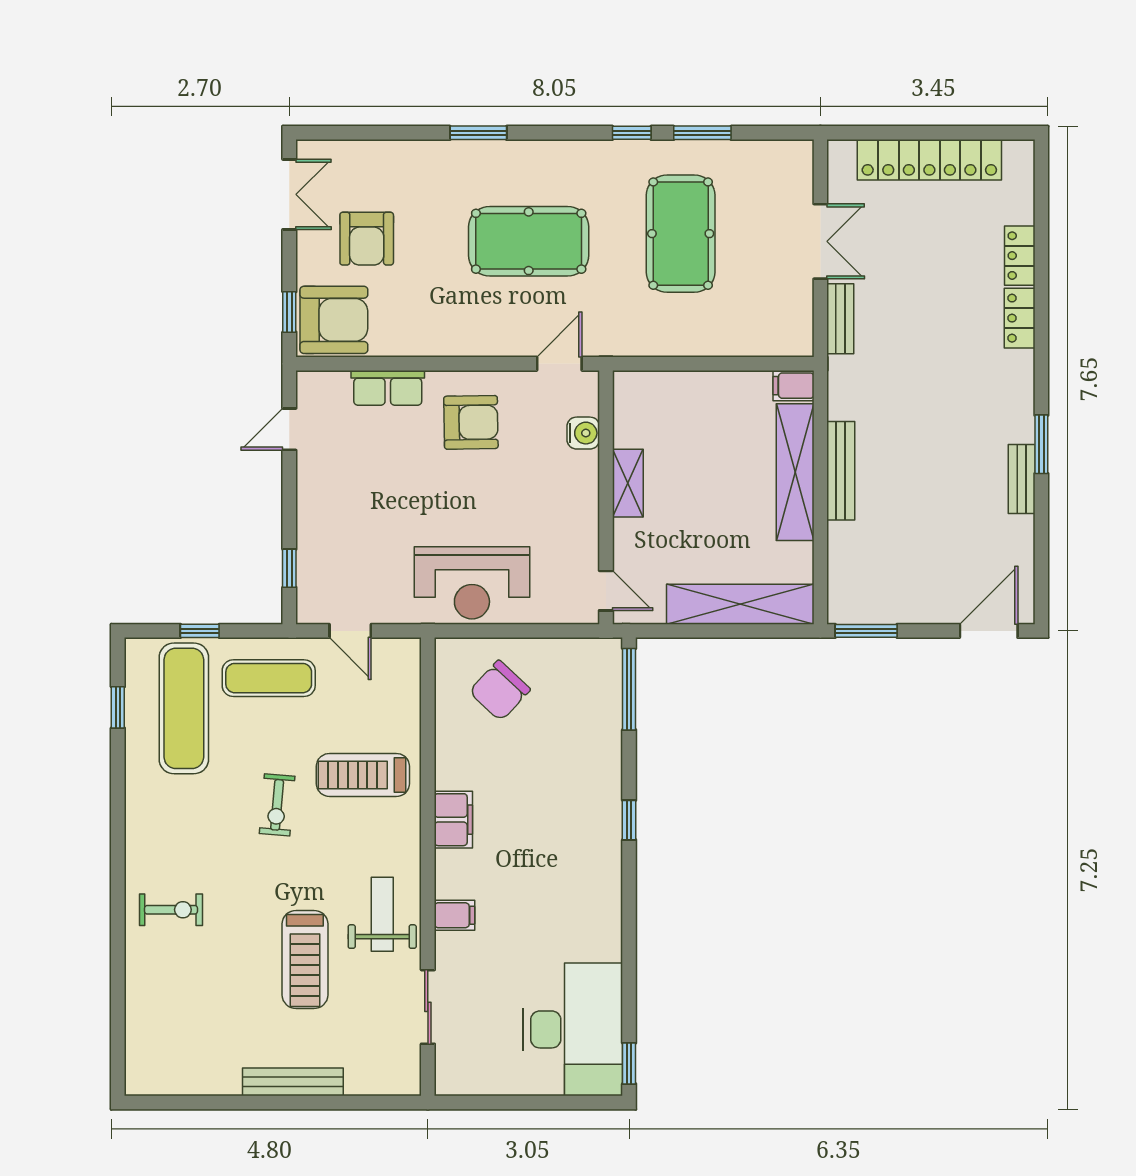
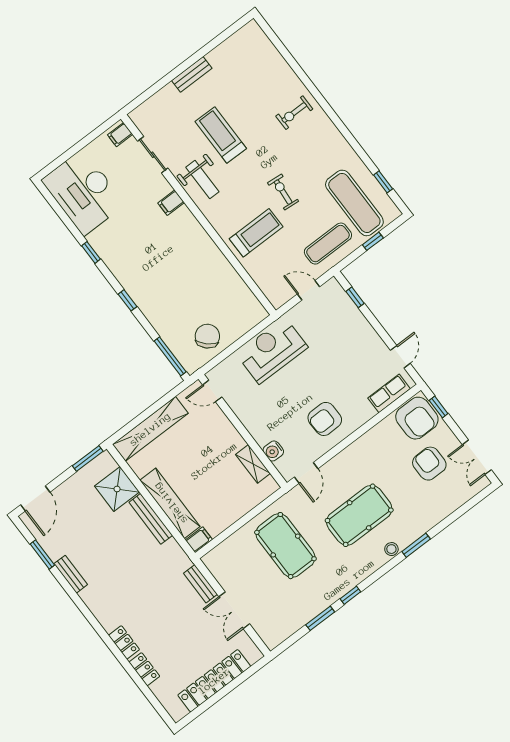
stool: (519, 155) -> (391, 549), added
pool table: (681, 234) -> (285, 546), moved
armchair: (334, 320) -> (417, 418), turned -90
row of seats: (388, 388) -> (389, 393), moved
window: (1041, 444) -> (42, 555), moved
shelving: (628, 483) -> (253, 464), moved
shower: (857, 553) -> (117, 489), added
chair: (500, 690) -> (207, 336), moved
filing cabinet: (453, 820) -> (120, 135), moved, width x0.50
window: (629, 1063) -> (91, 252), moved
bench: (293, 1082) -> (192, 74), width x0.73

